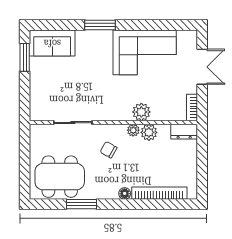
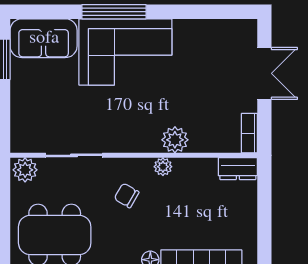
window: (100, 25) -> (114, 12), width x1.44
corner sofa: (145, 52) -> (125, 52), moved
plant: (149, 132) -> (25, 170), moved

